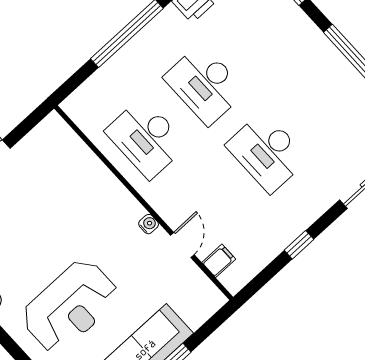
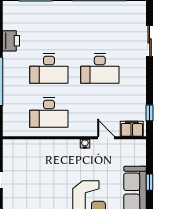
window: (299, 245) -> (150, 113), moved
filing cabinet: (219, 261) -> (132, 129), width x2.00

